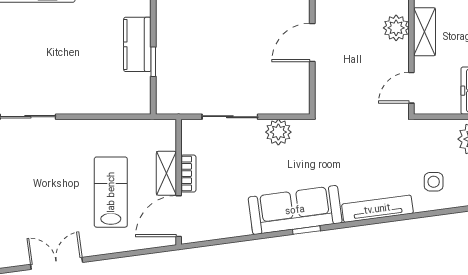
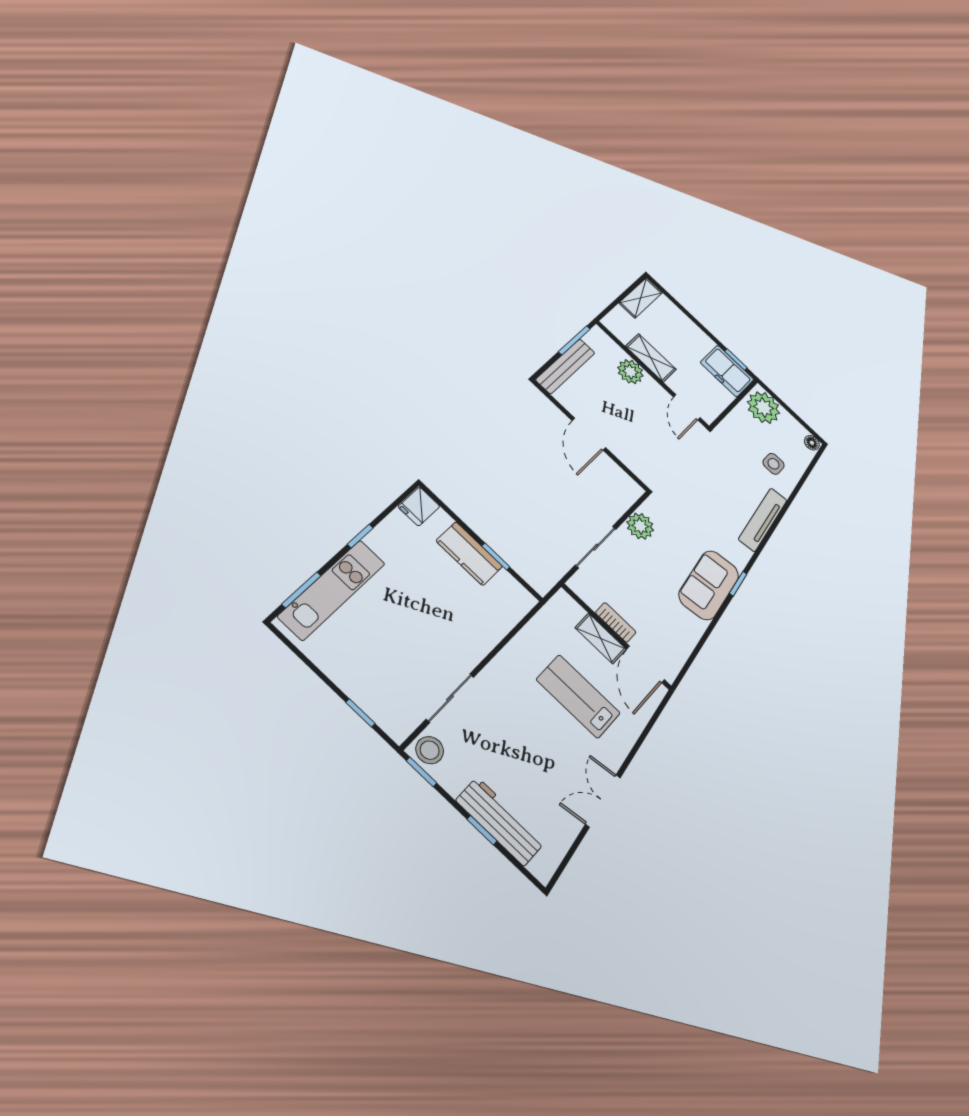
sofa: (295, 210) -> (709, 585), width x0.73

